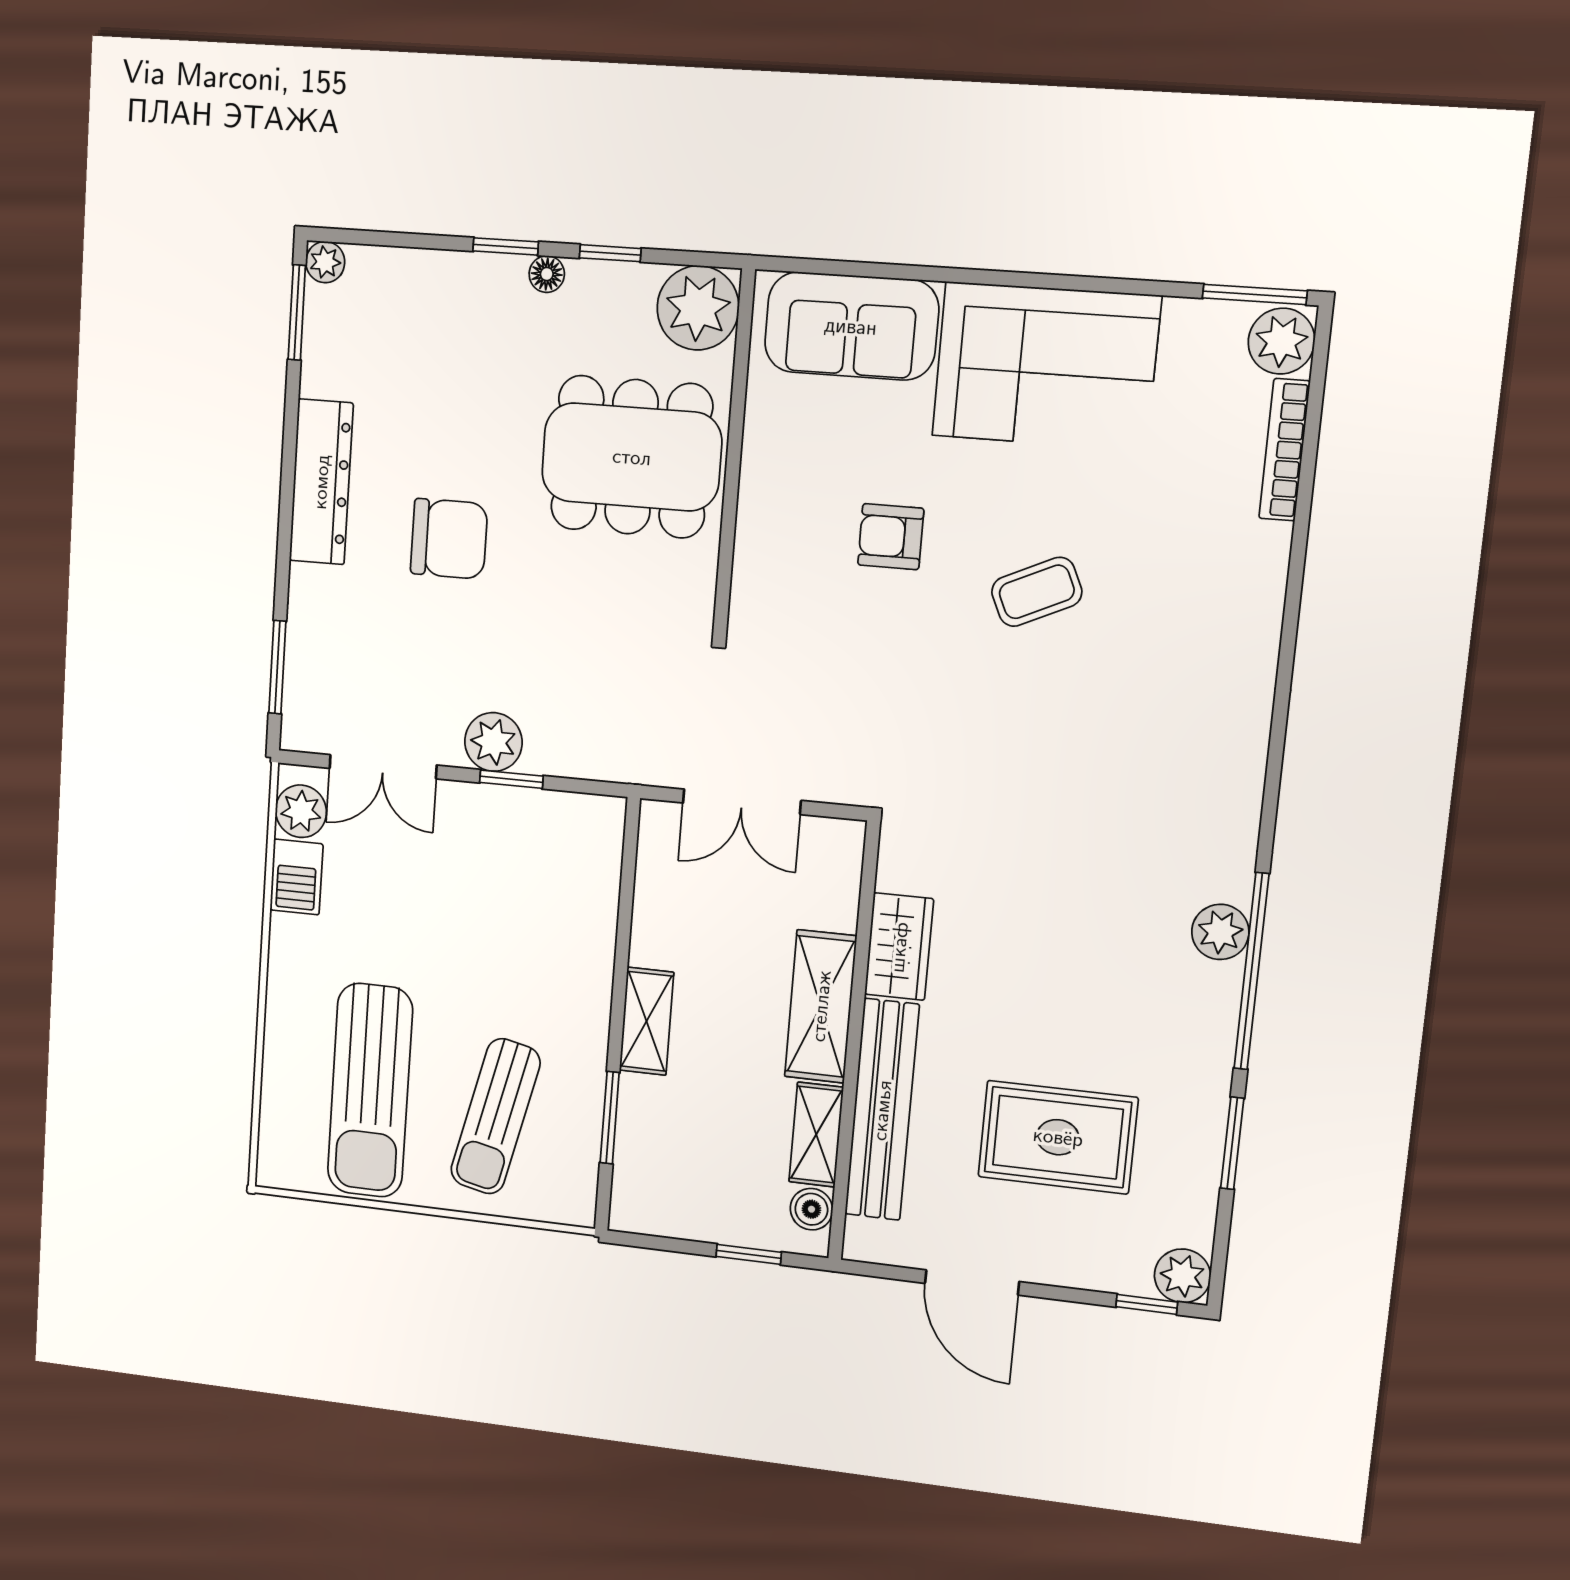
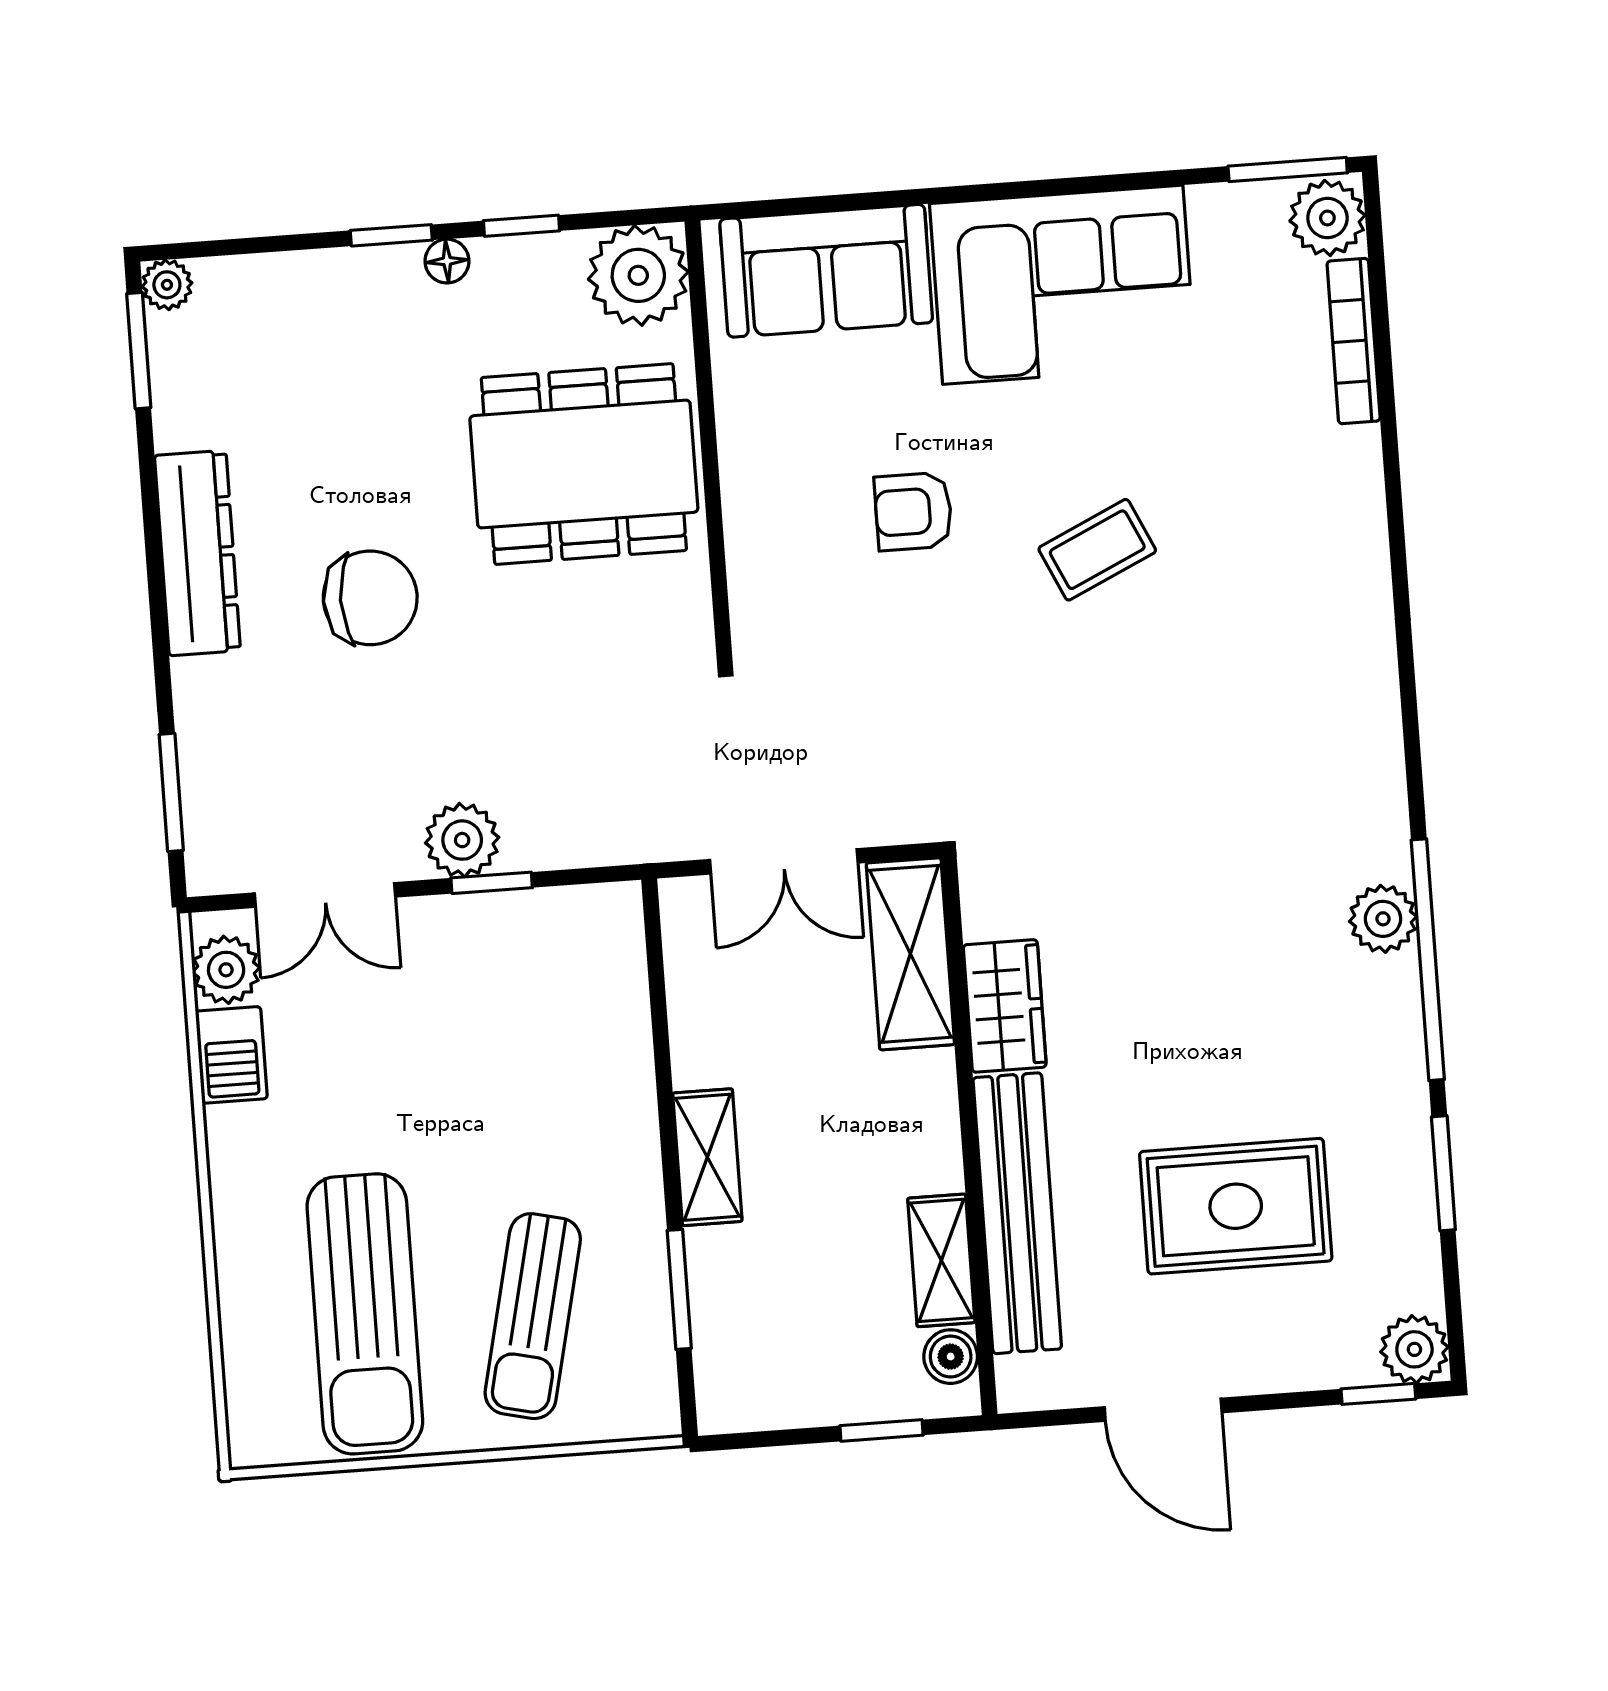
shelving: (821, 1006) -> (910, 954), moved

